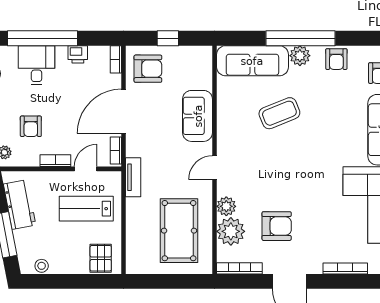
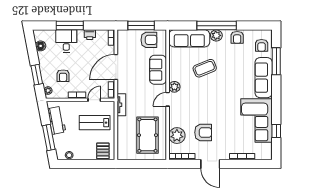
window: (42, 38) -> (70, 26), width x0.68
window: (168, 38) -> (141, 26), width x2.17
armchair: (148, 69) -> (149, 40), moved
plant: (226, 206) -> (174, 87), moved

